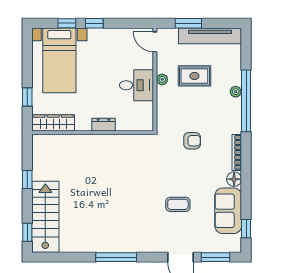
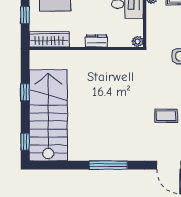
plant: (147, 125) -> (138, 41), added
stairs: (45, 217) -> (48, 115), width x1.36, depth x1.51

